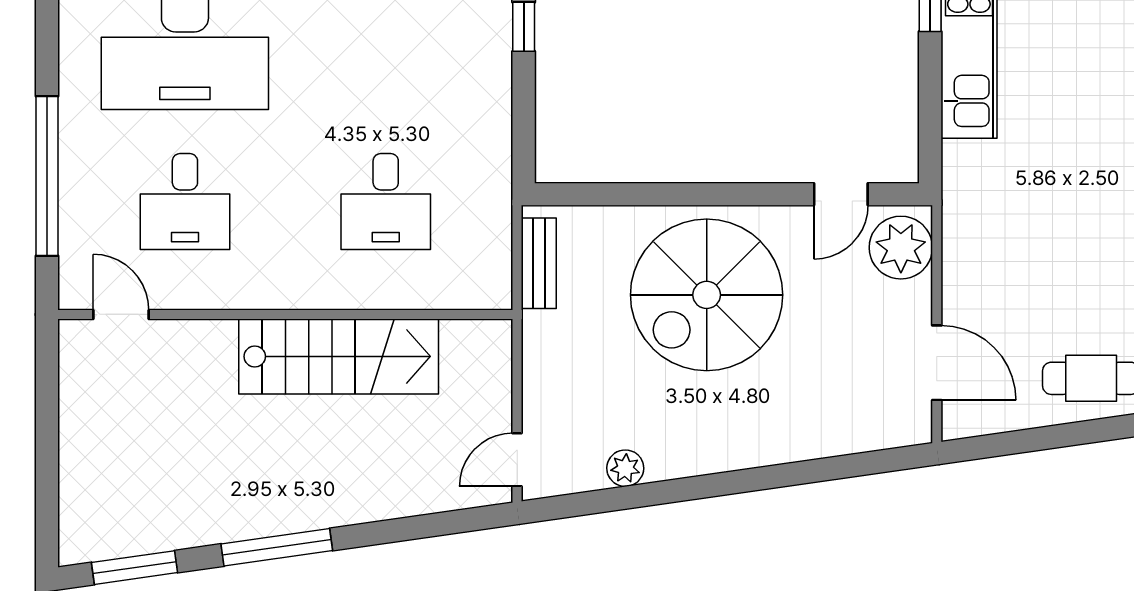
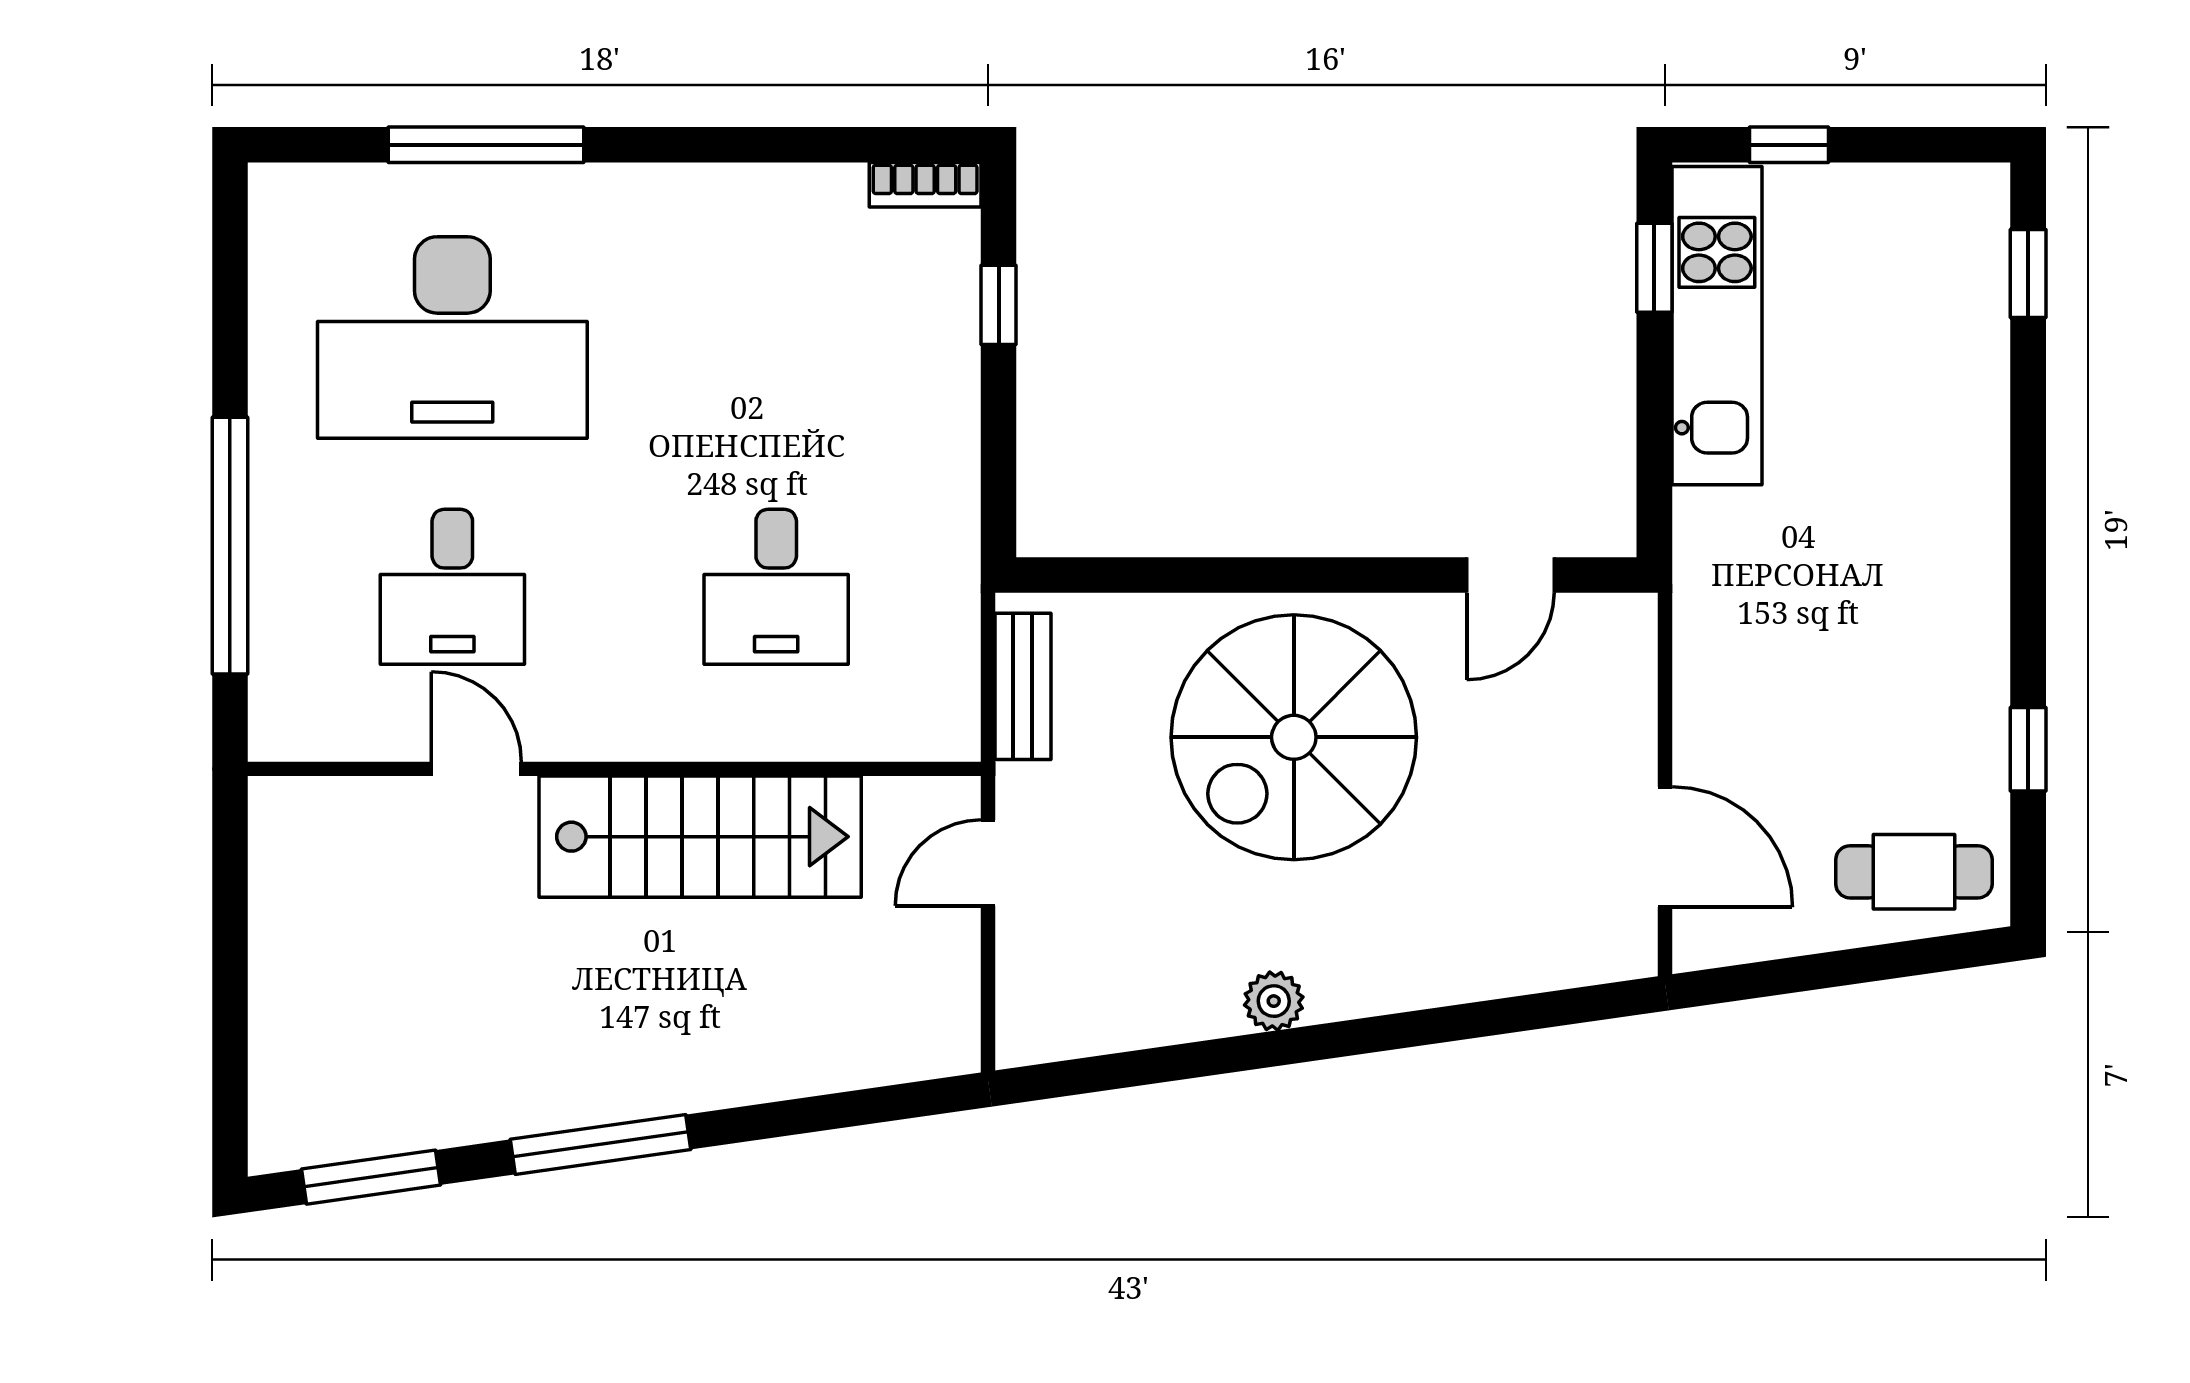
plant: (901, 248) -> (1607, 661), removed
door: (121, 314) -> (476, 769), moved
door: (517, 460) -> (988, 863), moved
plant: (625, 468) -> (1274, 1001), moved

